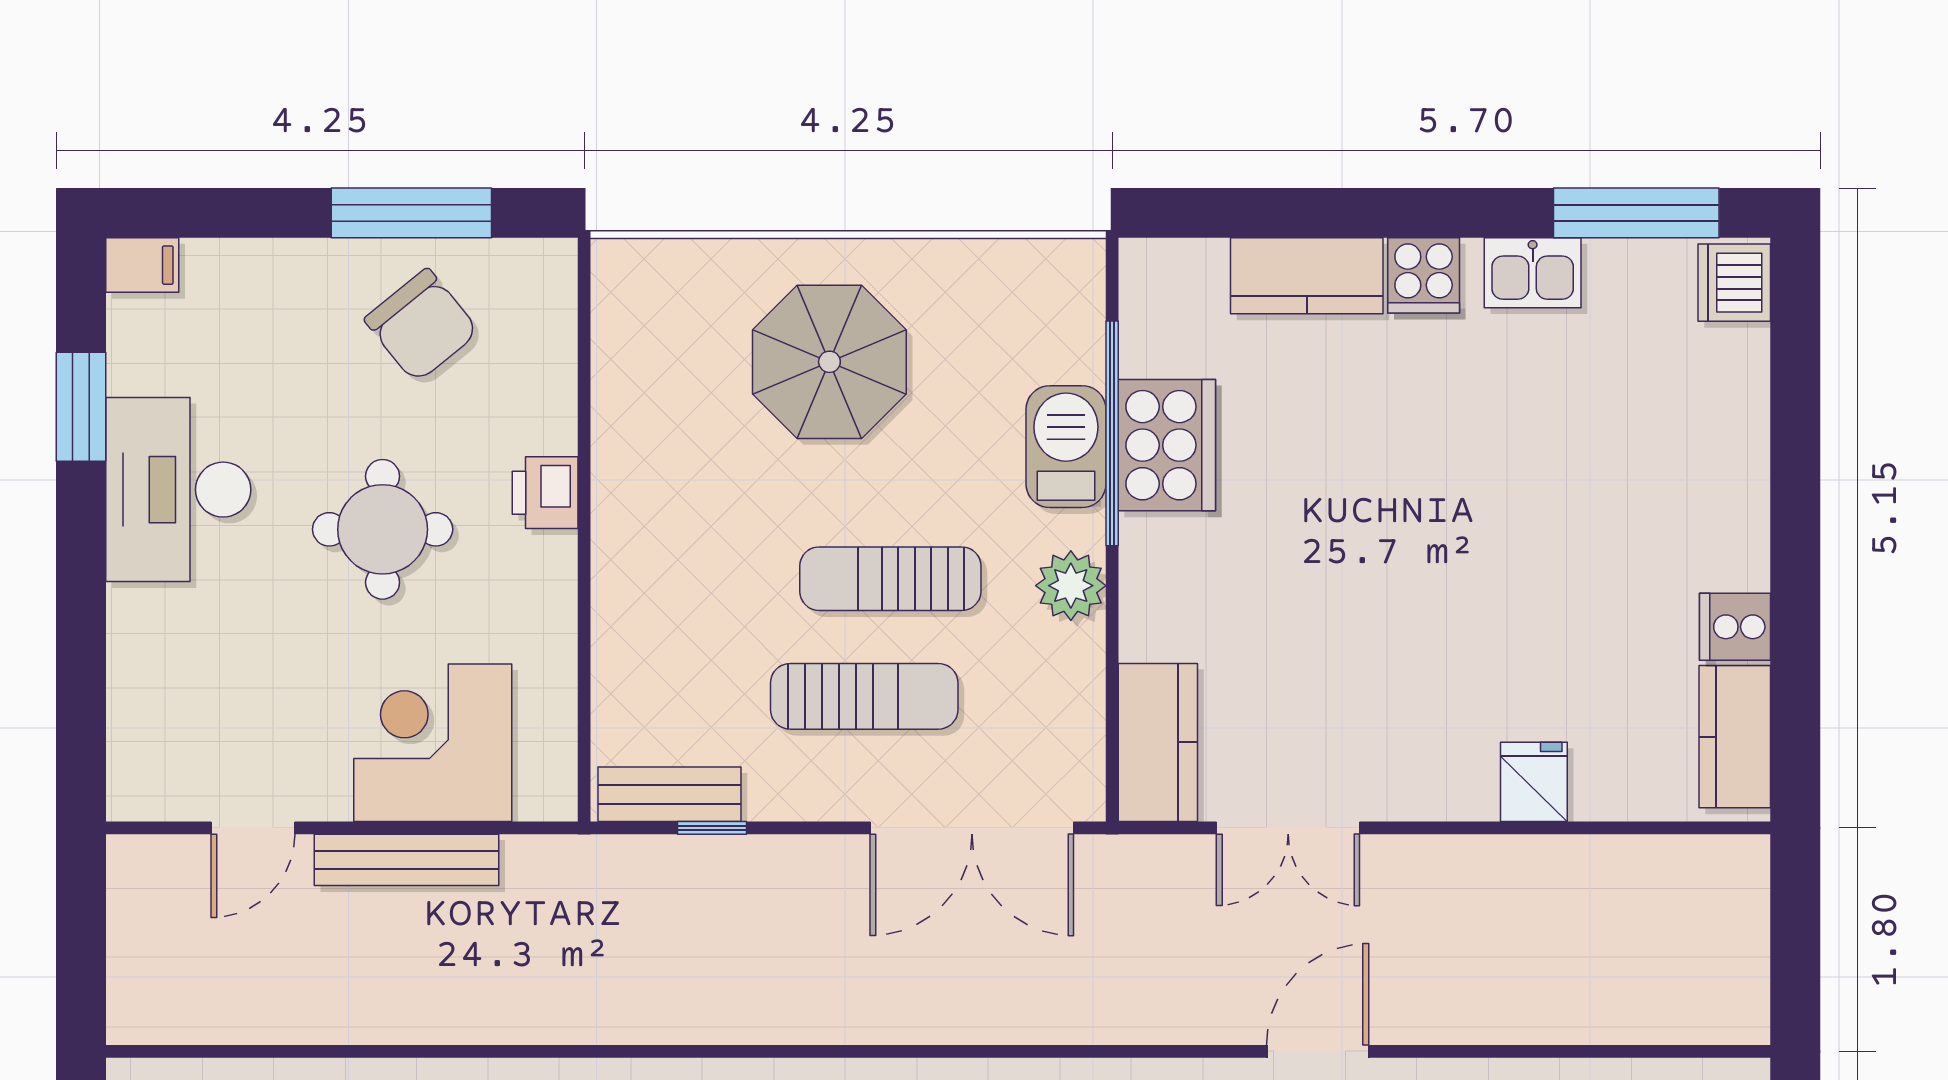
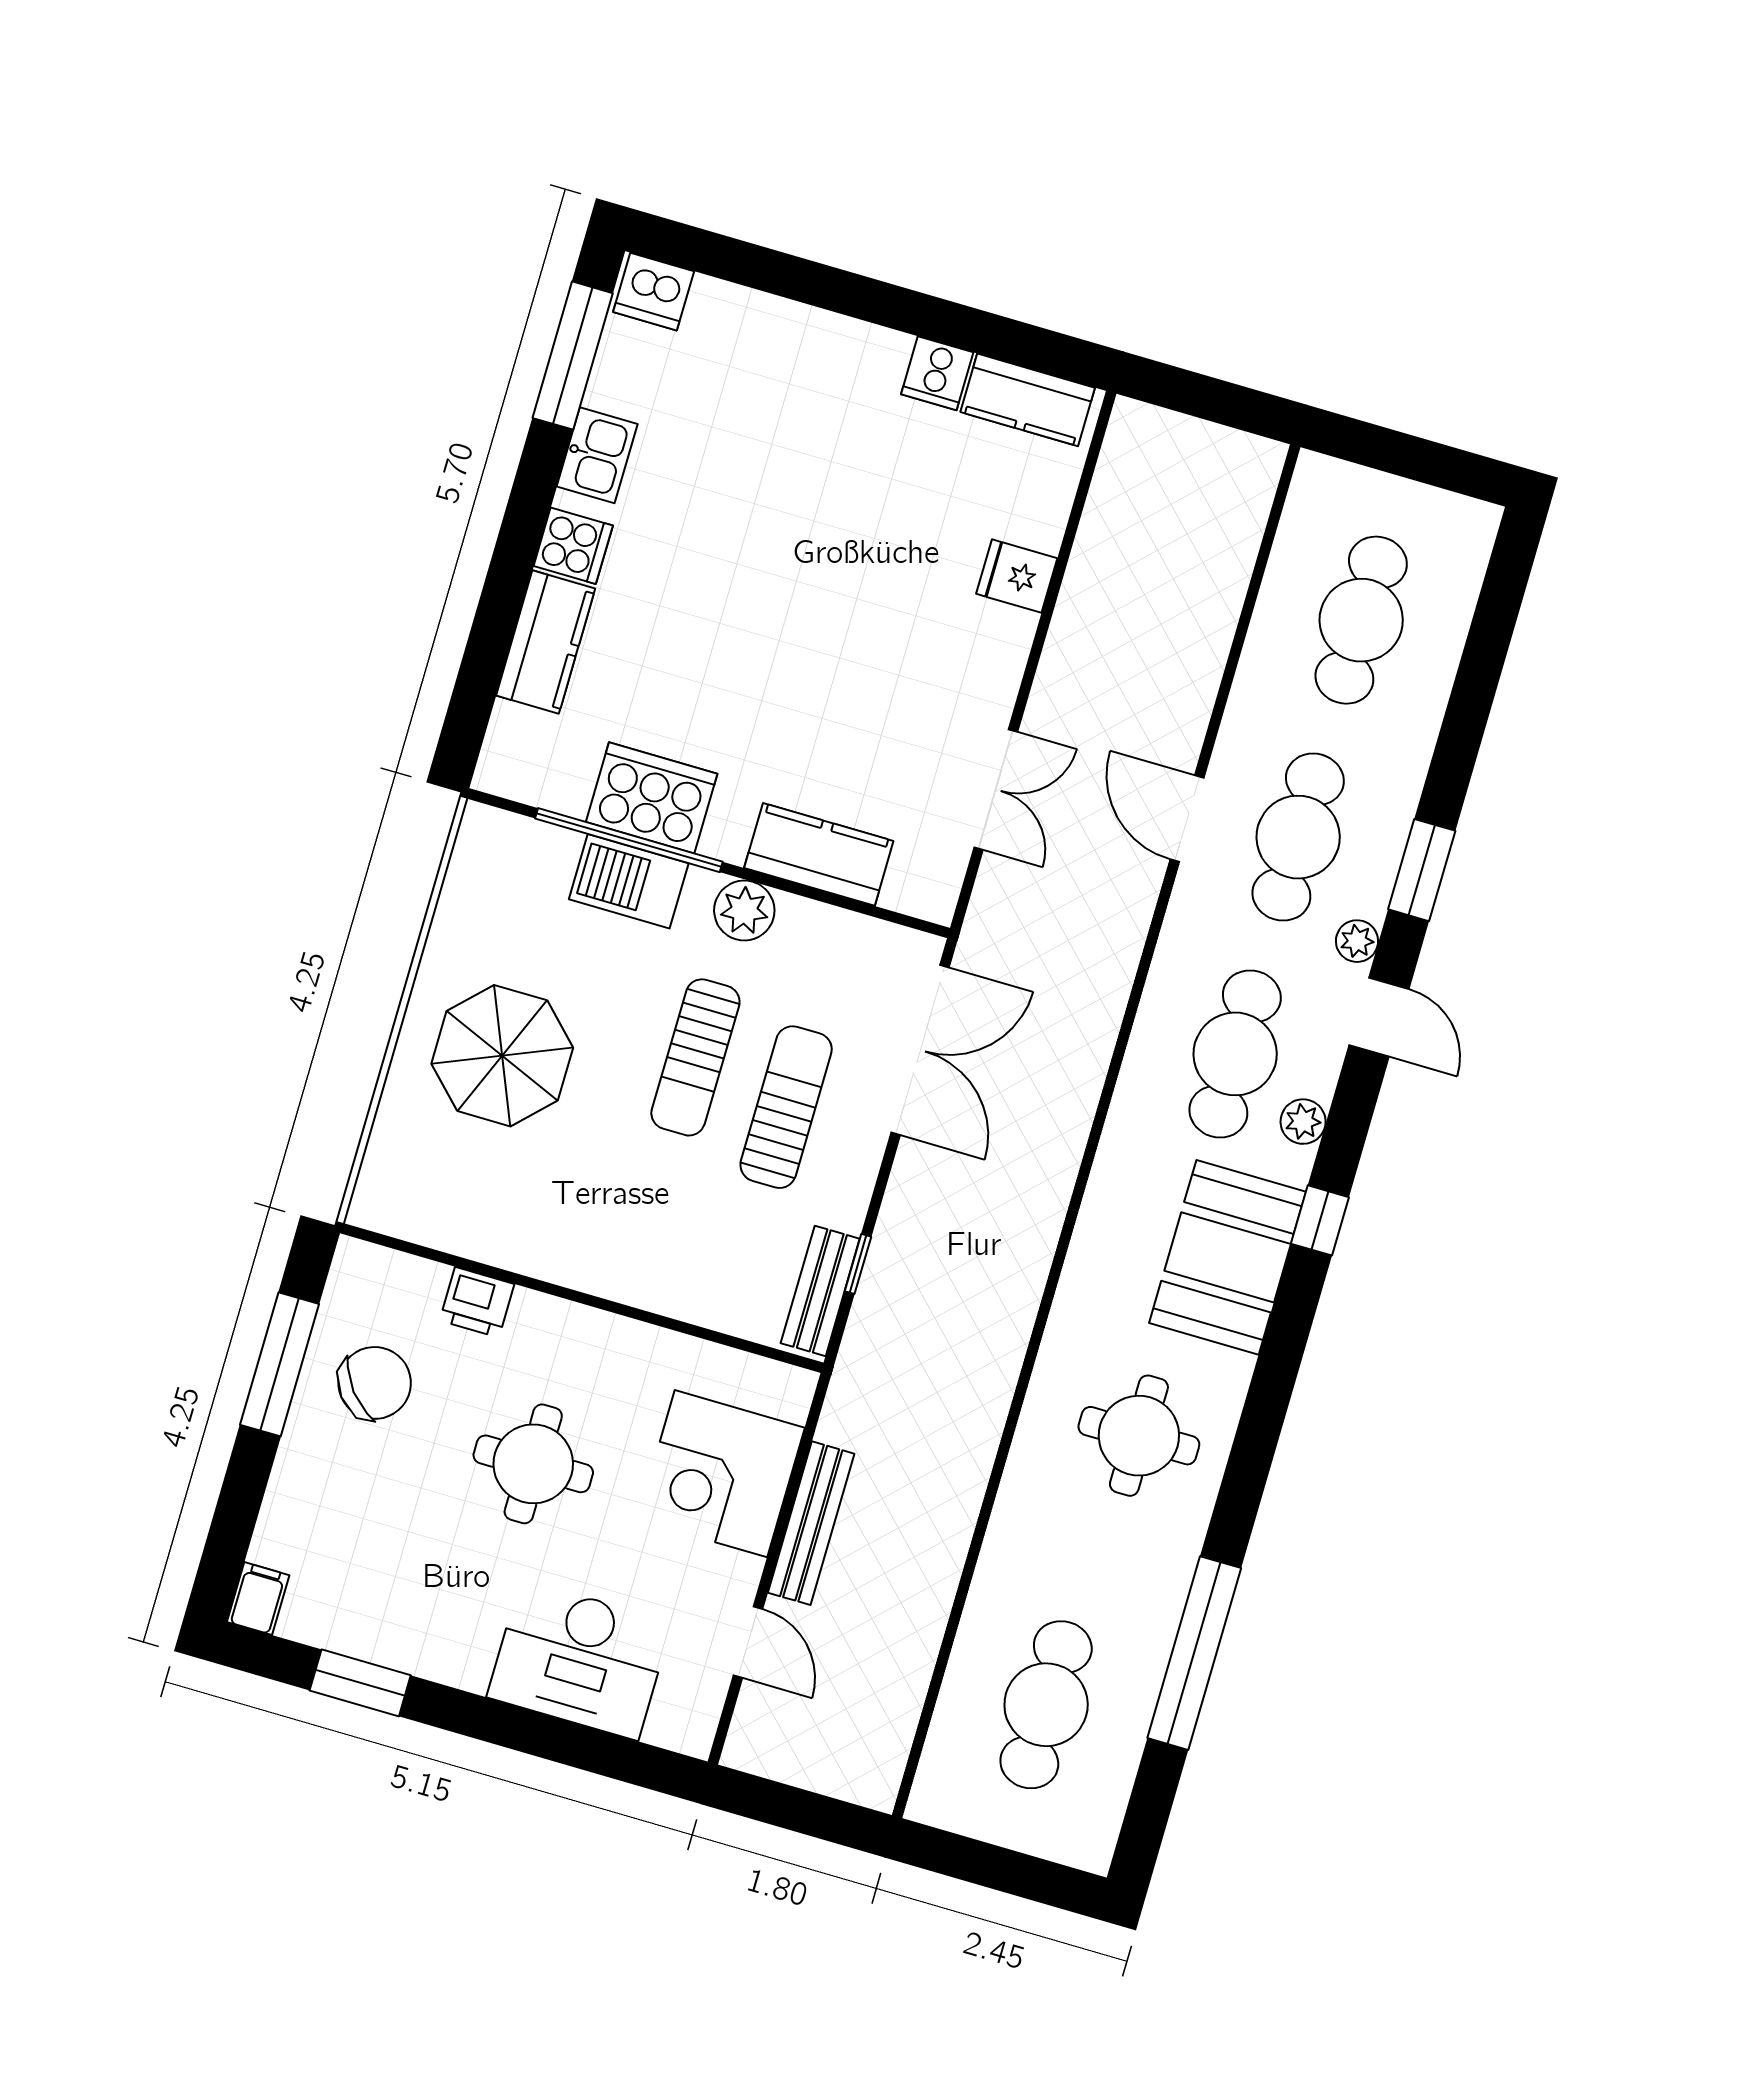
desk: (178, 490) -> (579, 1660), moved
printer: (545, 493) -> (477, 1302), moved
kitchen counter: (1158, 742) -> (819, 854), moved

